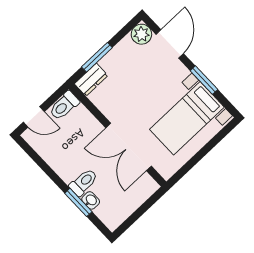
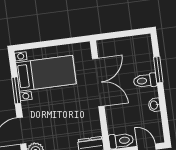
washbasin: (91, 200) -> (154, 105), moved

